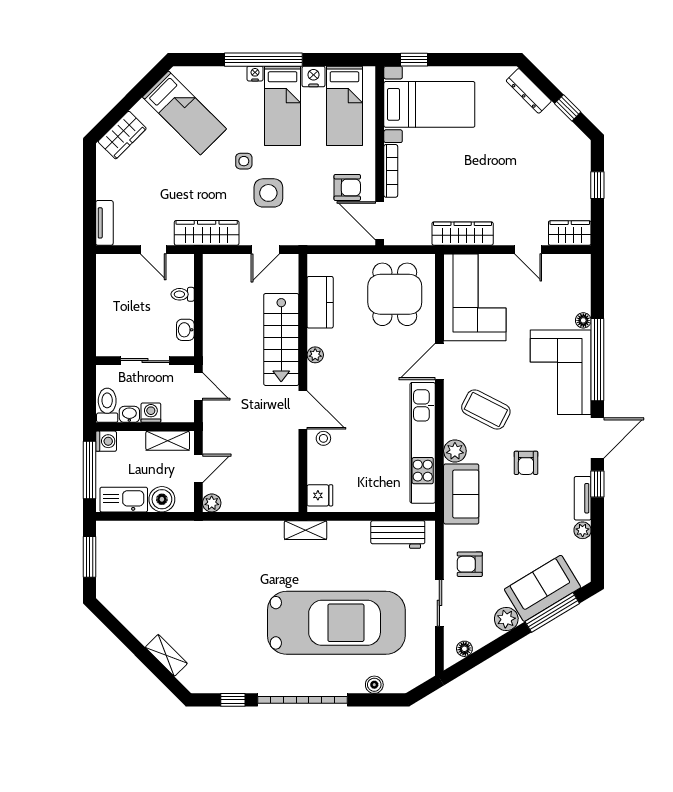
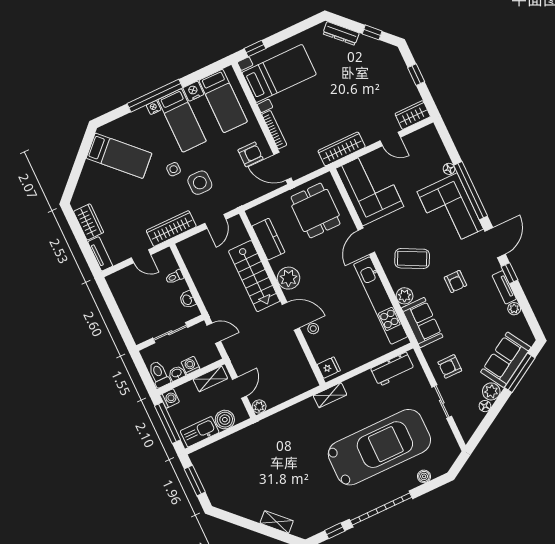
wardrobe: (122, 135) -> (89, 222), moved, turned -45
plant: (315, 355) -> (289, 278), width x1.88, depth x1.88
floor lamp: (464, 649) -> (485, 406), moved

